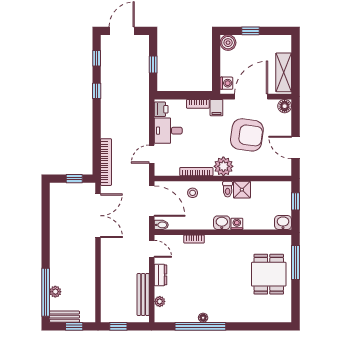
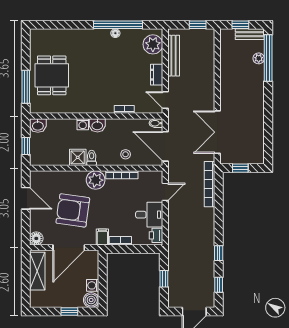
washing machine: (226, 83) -> (93, 285), moved
plant: (160, 301) -> (153, 44), width x1.87, depth x1.87

